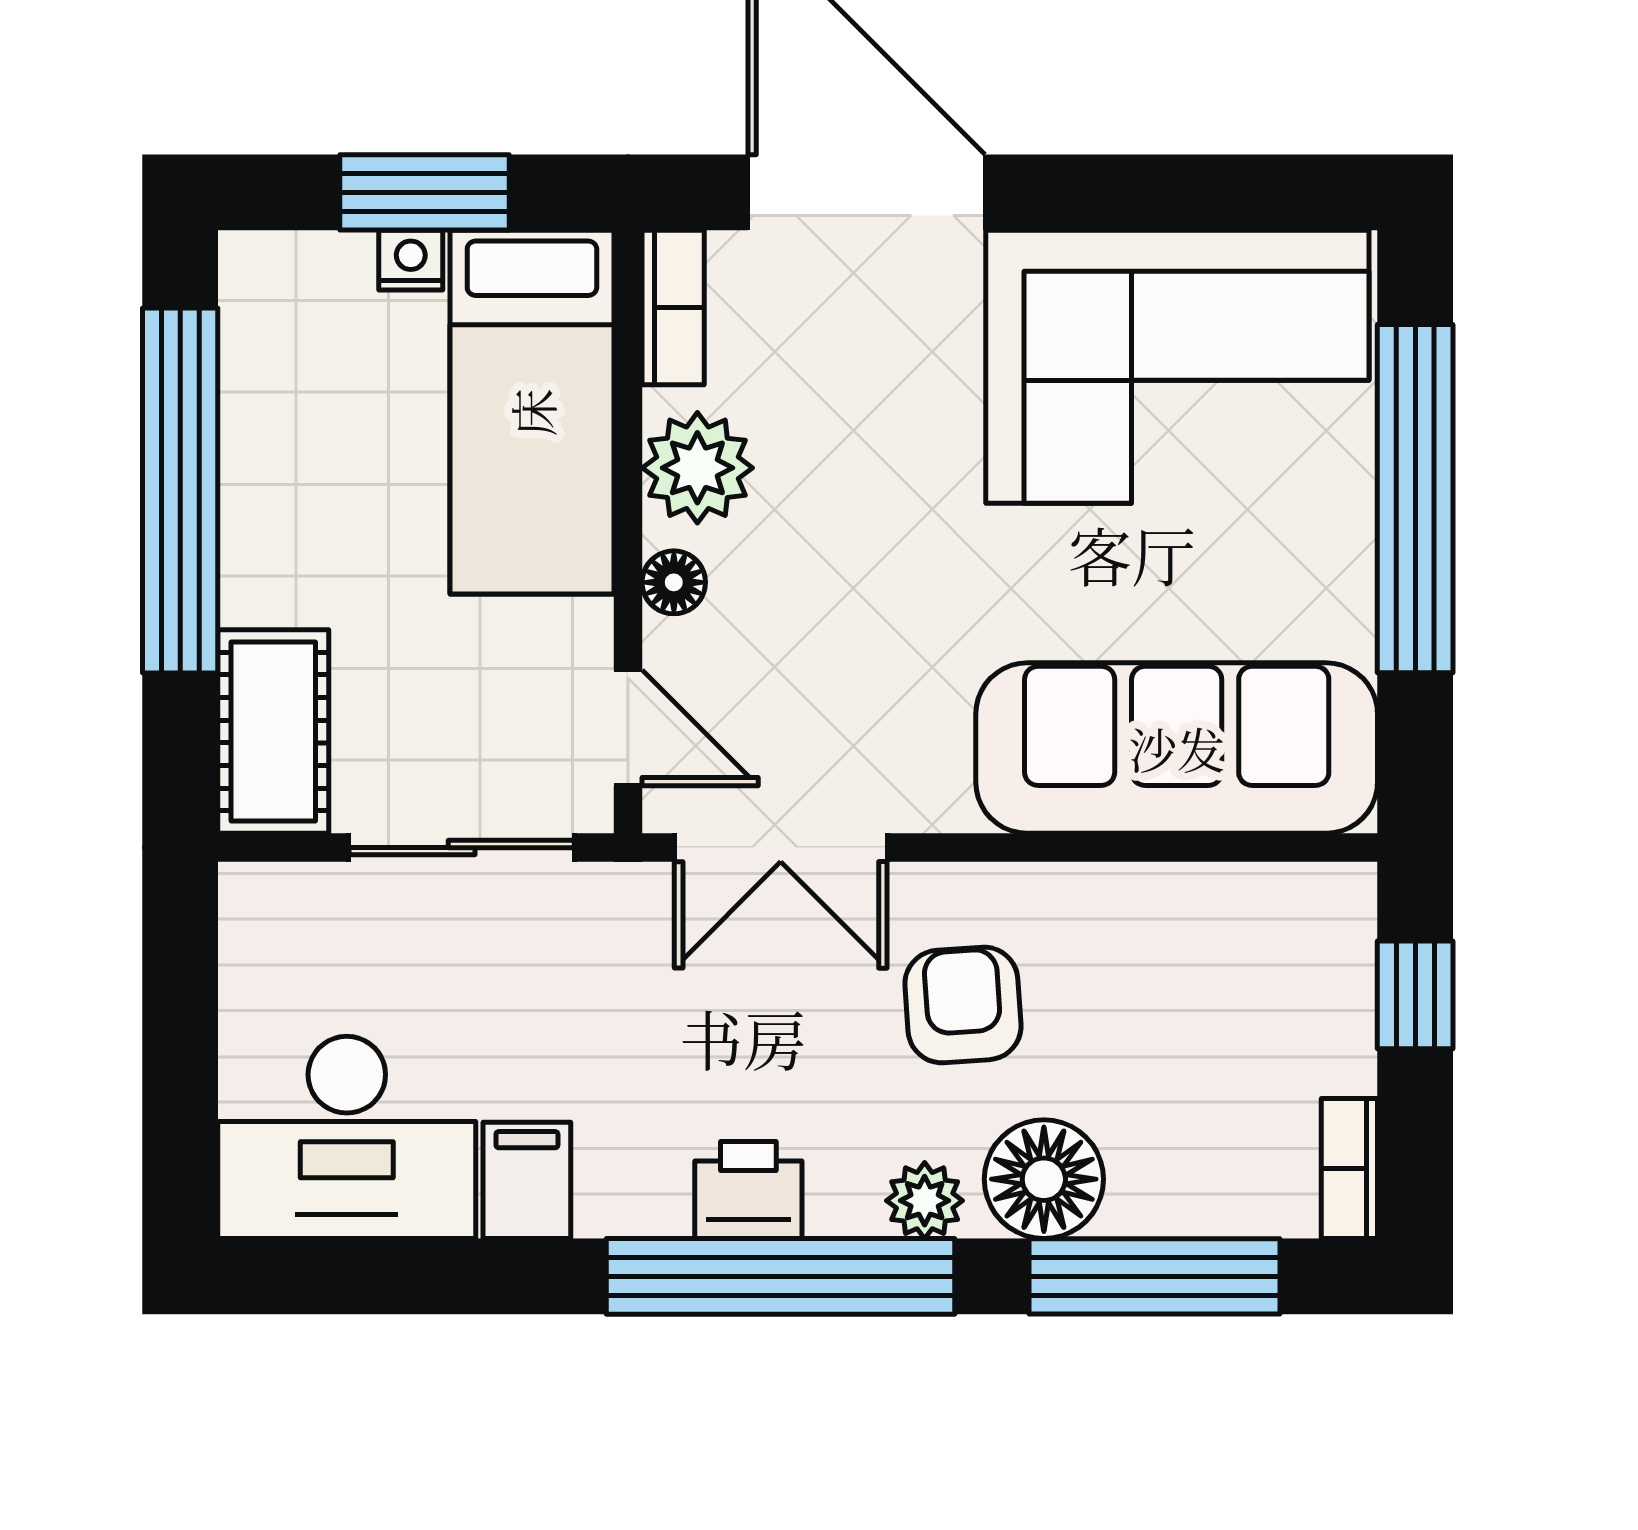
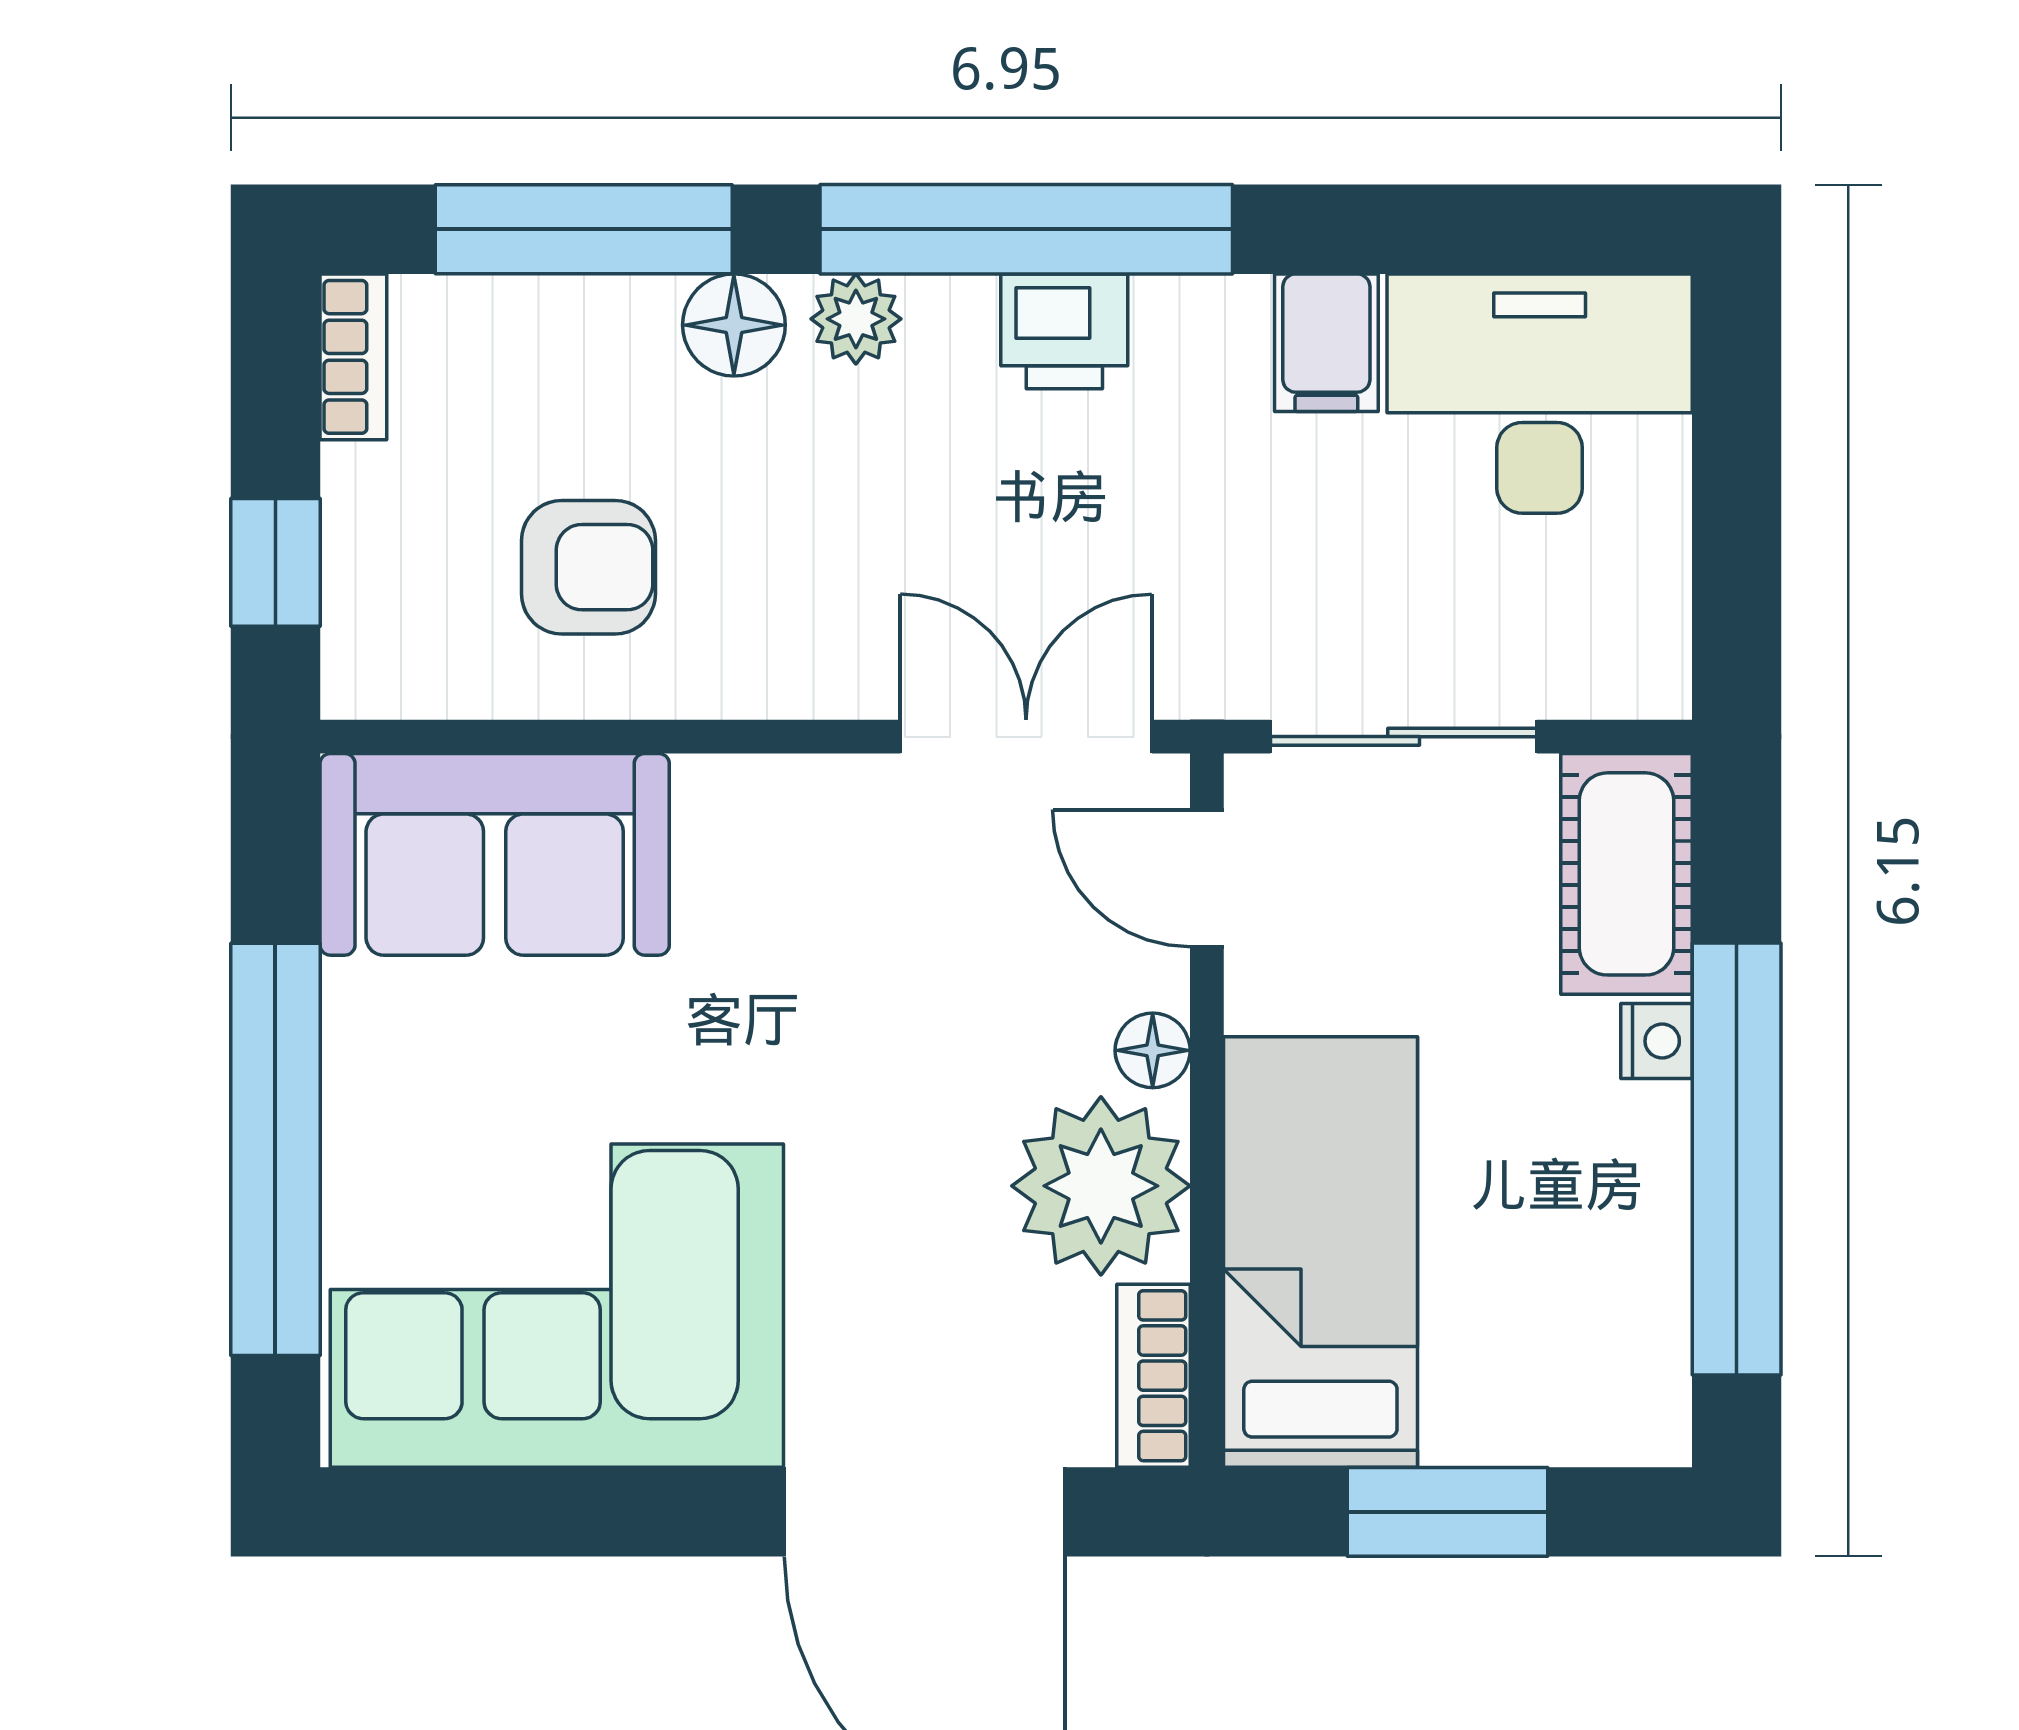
nightstand: (411, 260) -> (1657, 1041), moved, turned -90
plant: (697, 468) -> (1101, 1186), width x1.36, depth x1.36
sofa: (1177, 748) -> (495, 854), width x0.73
armchair: (963, 1005) -> (588, 567), moved, turned -86
floor lamp: (1044, 1179) -> (734, 325), width x0.73, depth x0.73

